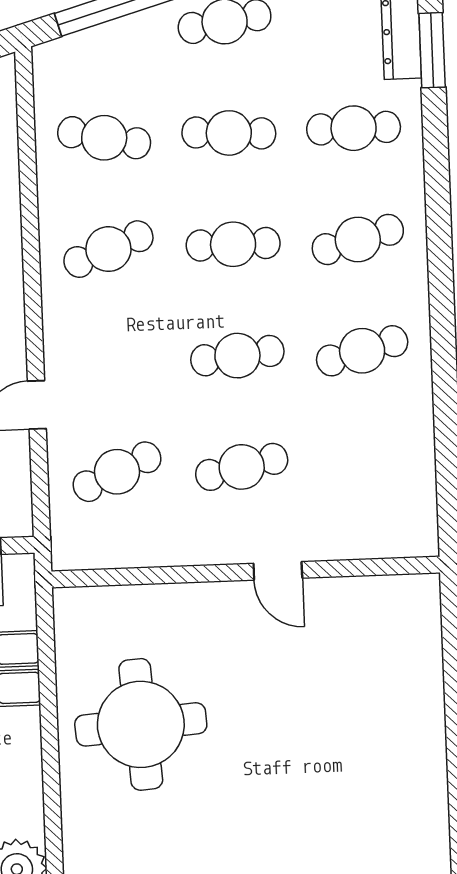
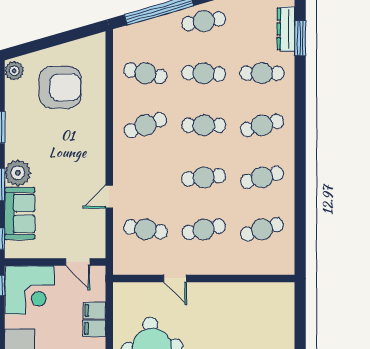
cafe table: (366, 462) -> (262, 229), added
cafe table: (117, 472) -> (145, 229), turned 33
door: (278, 571) -> (175, 278), moved

